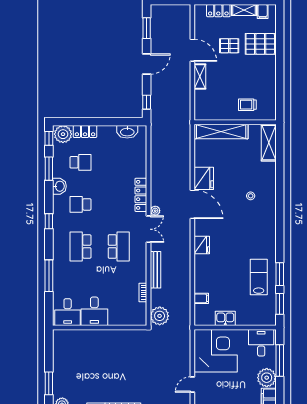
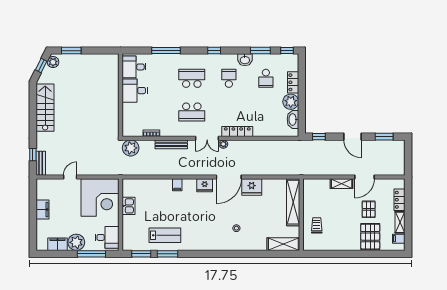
plant: (63, 134) -> (291, 102), moved
fridge: (202, 245) -> (205, 185), moved
filing cabinet: (201, 298) -> (177, 185), moved
door: (192, 385) -> (70, 177), hinge flipped

